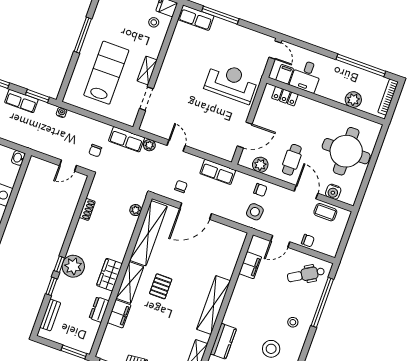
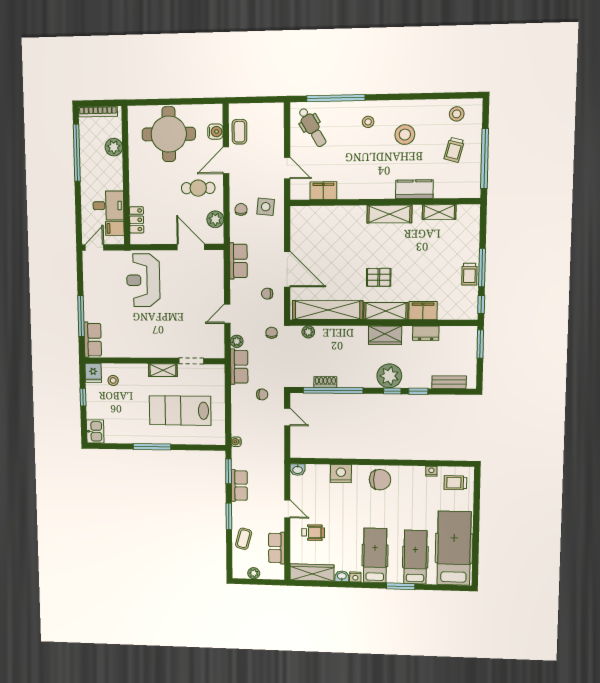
window: (77, 214) -> (333, 390), added
chair: (308, 241) -> (272, 333), moved
shelving: (213, 305) -> (389, 214), width x0.68

